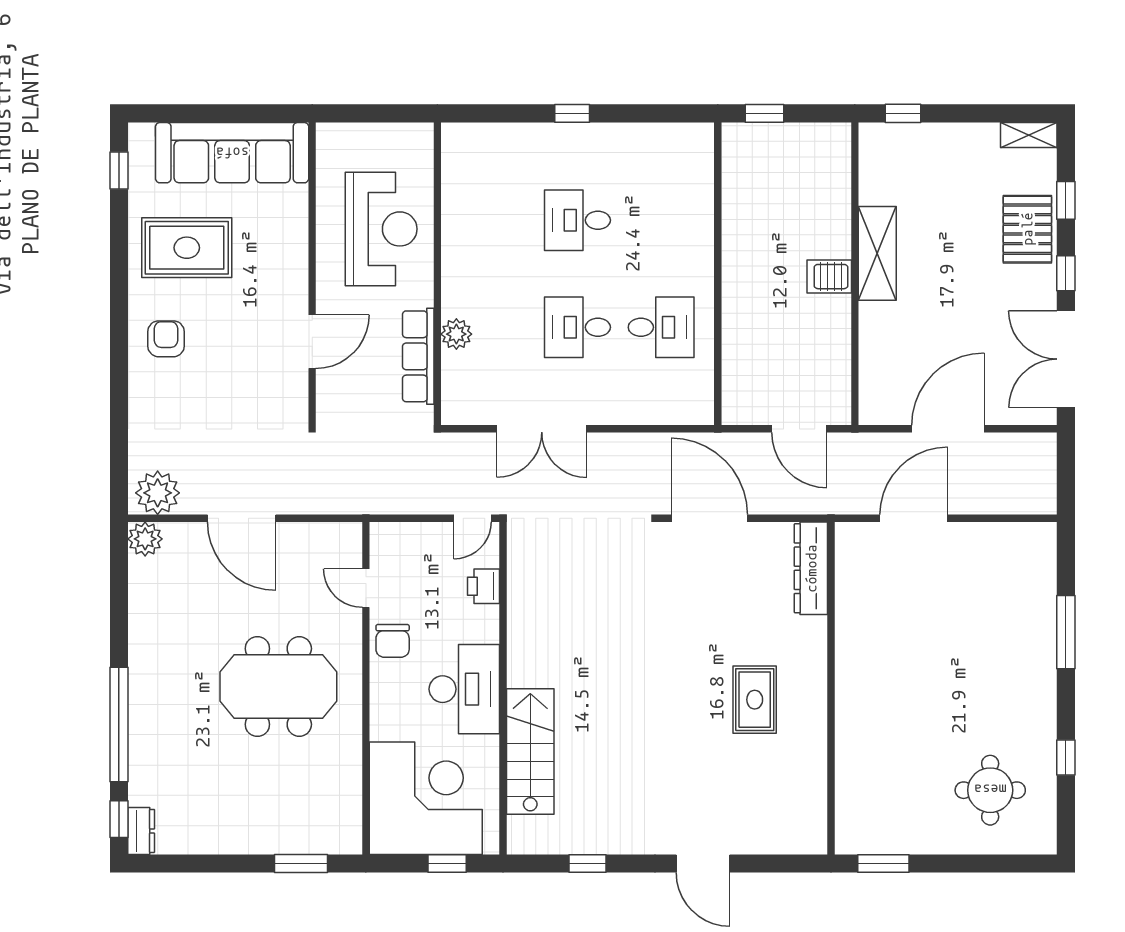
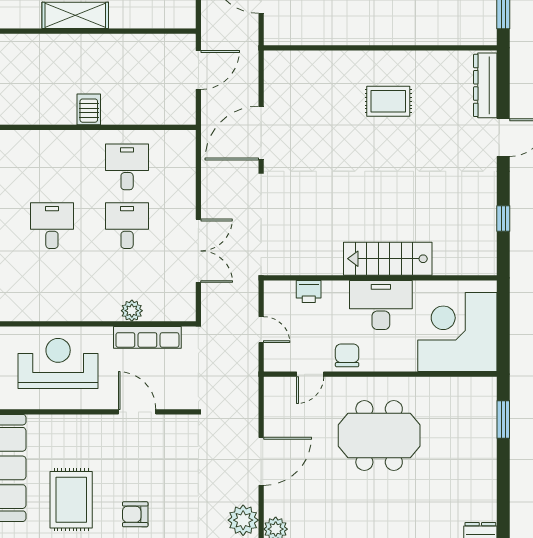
desk: (578, 220) -> (52, 226), turned 180
server rack: (829, 277) -> (89, 109), moved, turned 180
desk: (578, 327) -> (127, 226), turned 180
door: (473, 518) -> (261, 330), moved
dresser: (811, 568) -> (485, 85), moved, turned 90
chair: (393, 641) -> (347, 355), turned -90
meeting table: (278, 687) -> (379, 436), turned 90
stairs: (530, 751) -> (388, 259), moved
window: (447, 864) -> (503, 317), removed

